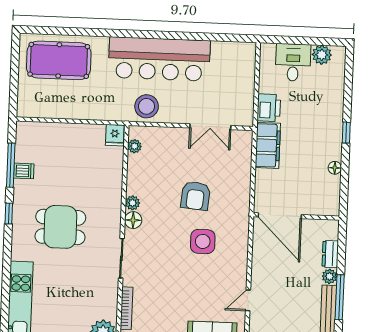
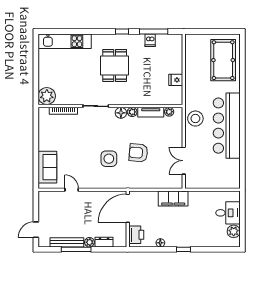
printer: (269, 108) -> (136, 235), moved, turned -90
fridge: (115, 135) -> (176, 80), moved
tv unit: (134, 174) -> (151, 112), added

